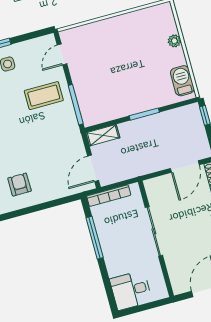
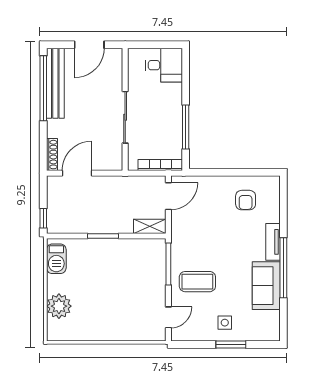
plant: (174, 41) -> (59, 306), width x1.88, depth x1.88

